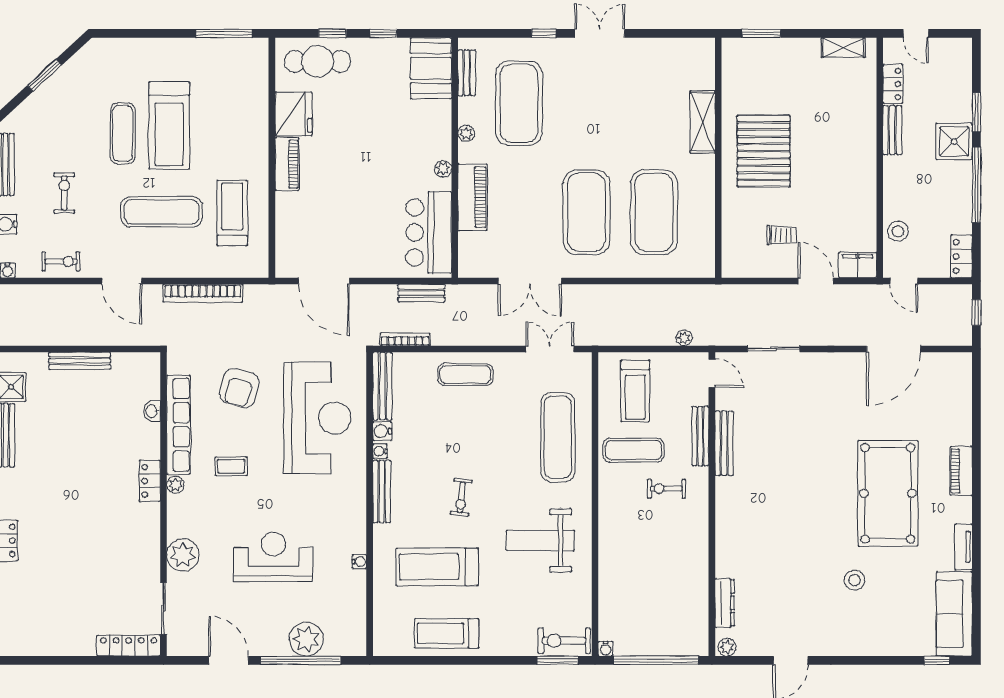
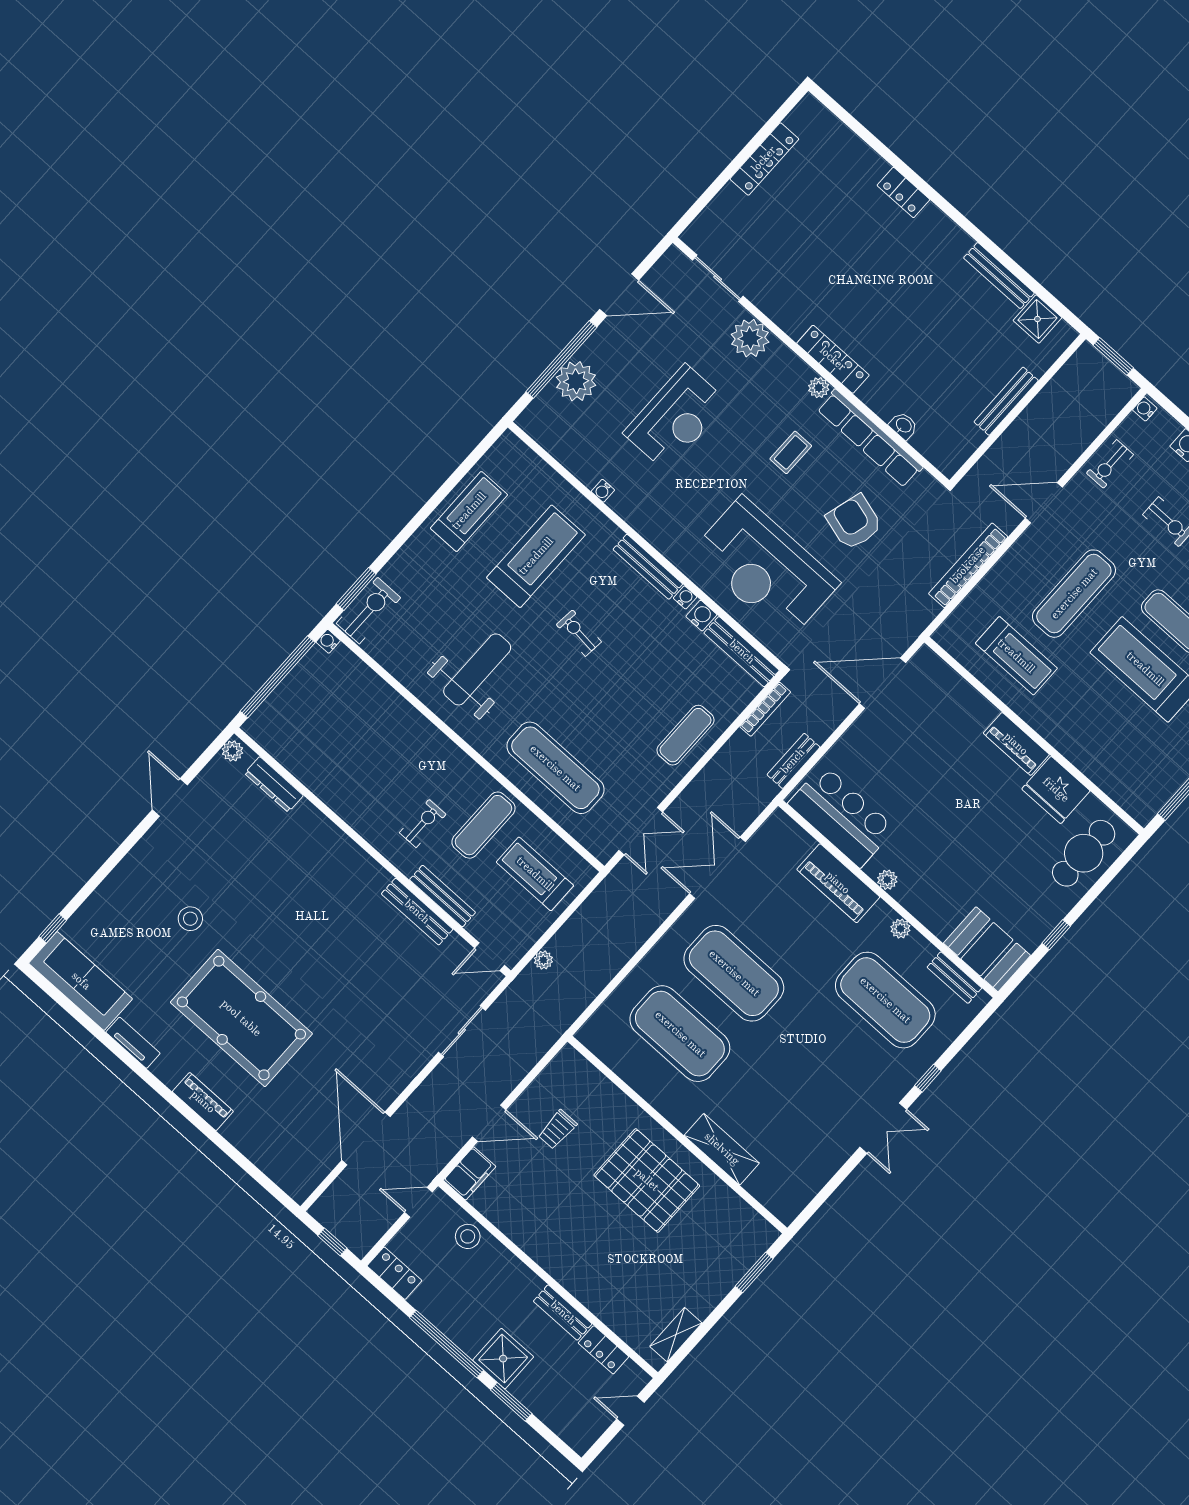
window: (332, 33) -> (1097, 889), removed
locker: (150, 481) -> (833, 359), width x1.53
locker: (129, 646) -> (764, 159), moved

